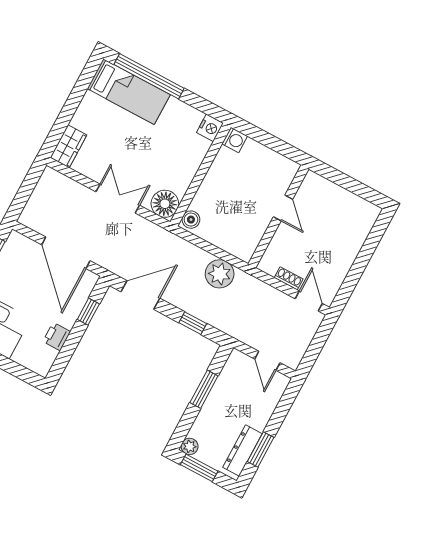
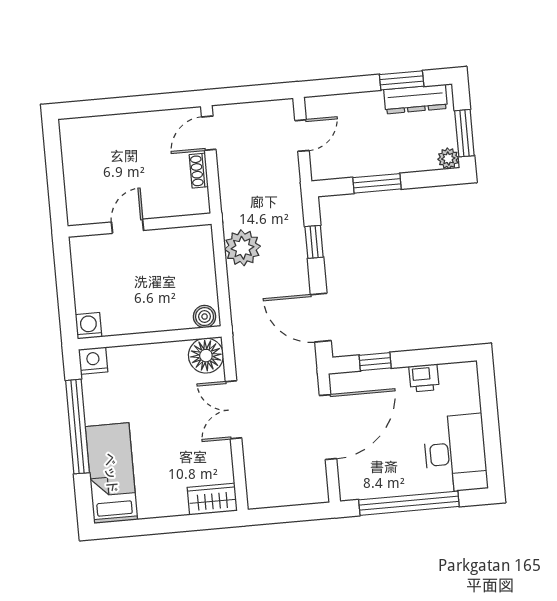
window: (149, 76) -> (77, 427), moved

